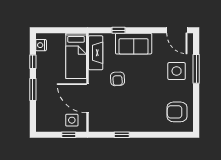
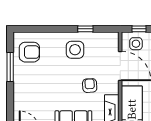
window: (196, 69) -> (10, 67), moved
side table: (177, 71) -> (75, 50), moved

